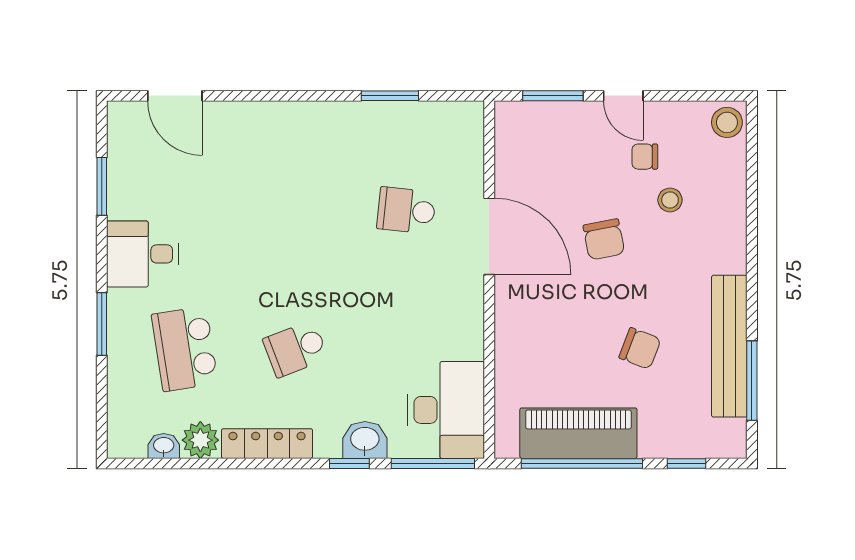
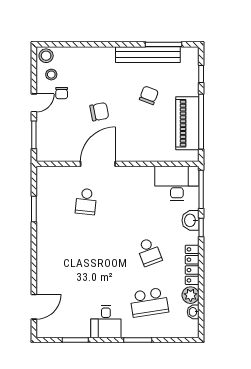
stool: (670, 200) -> (51, 75), moved

